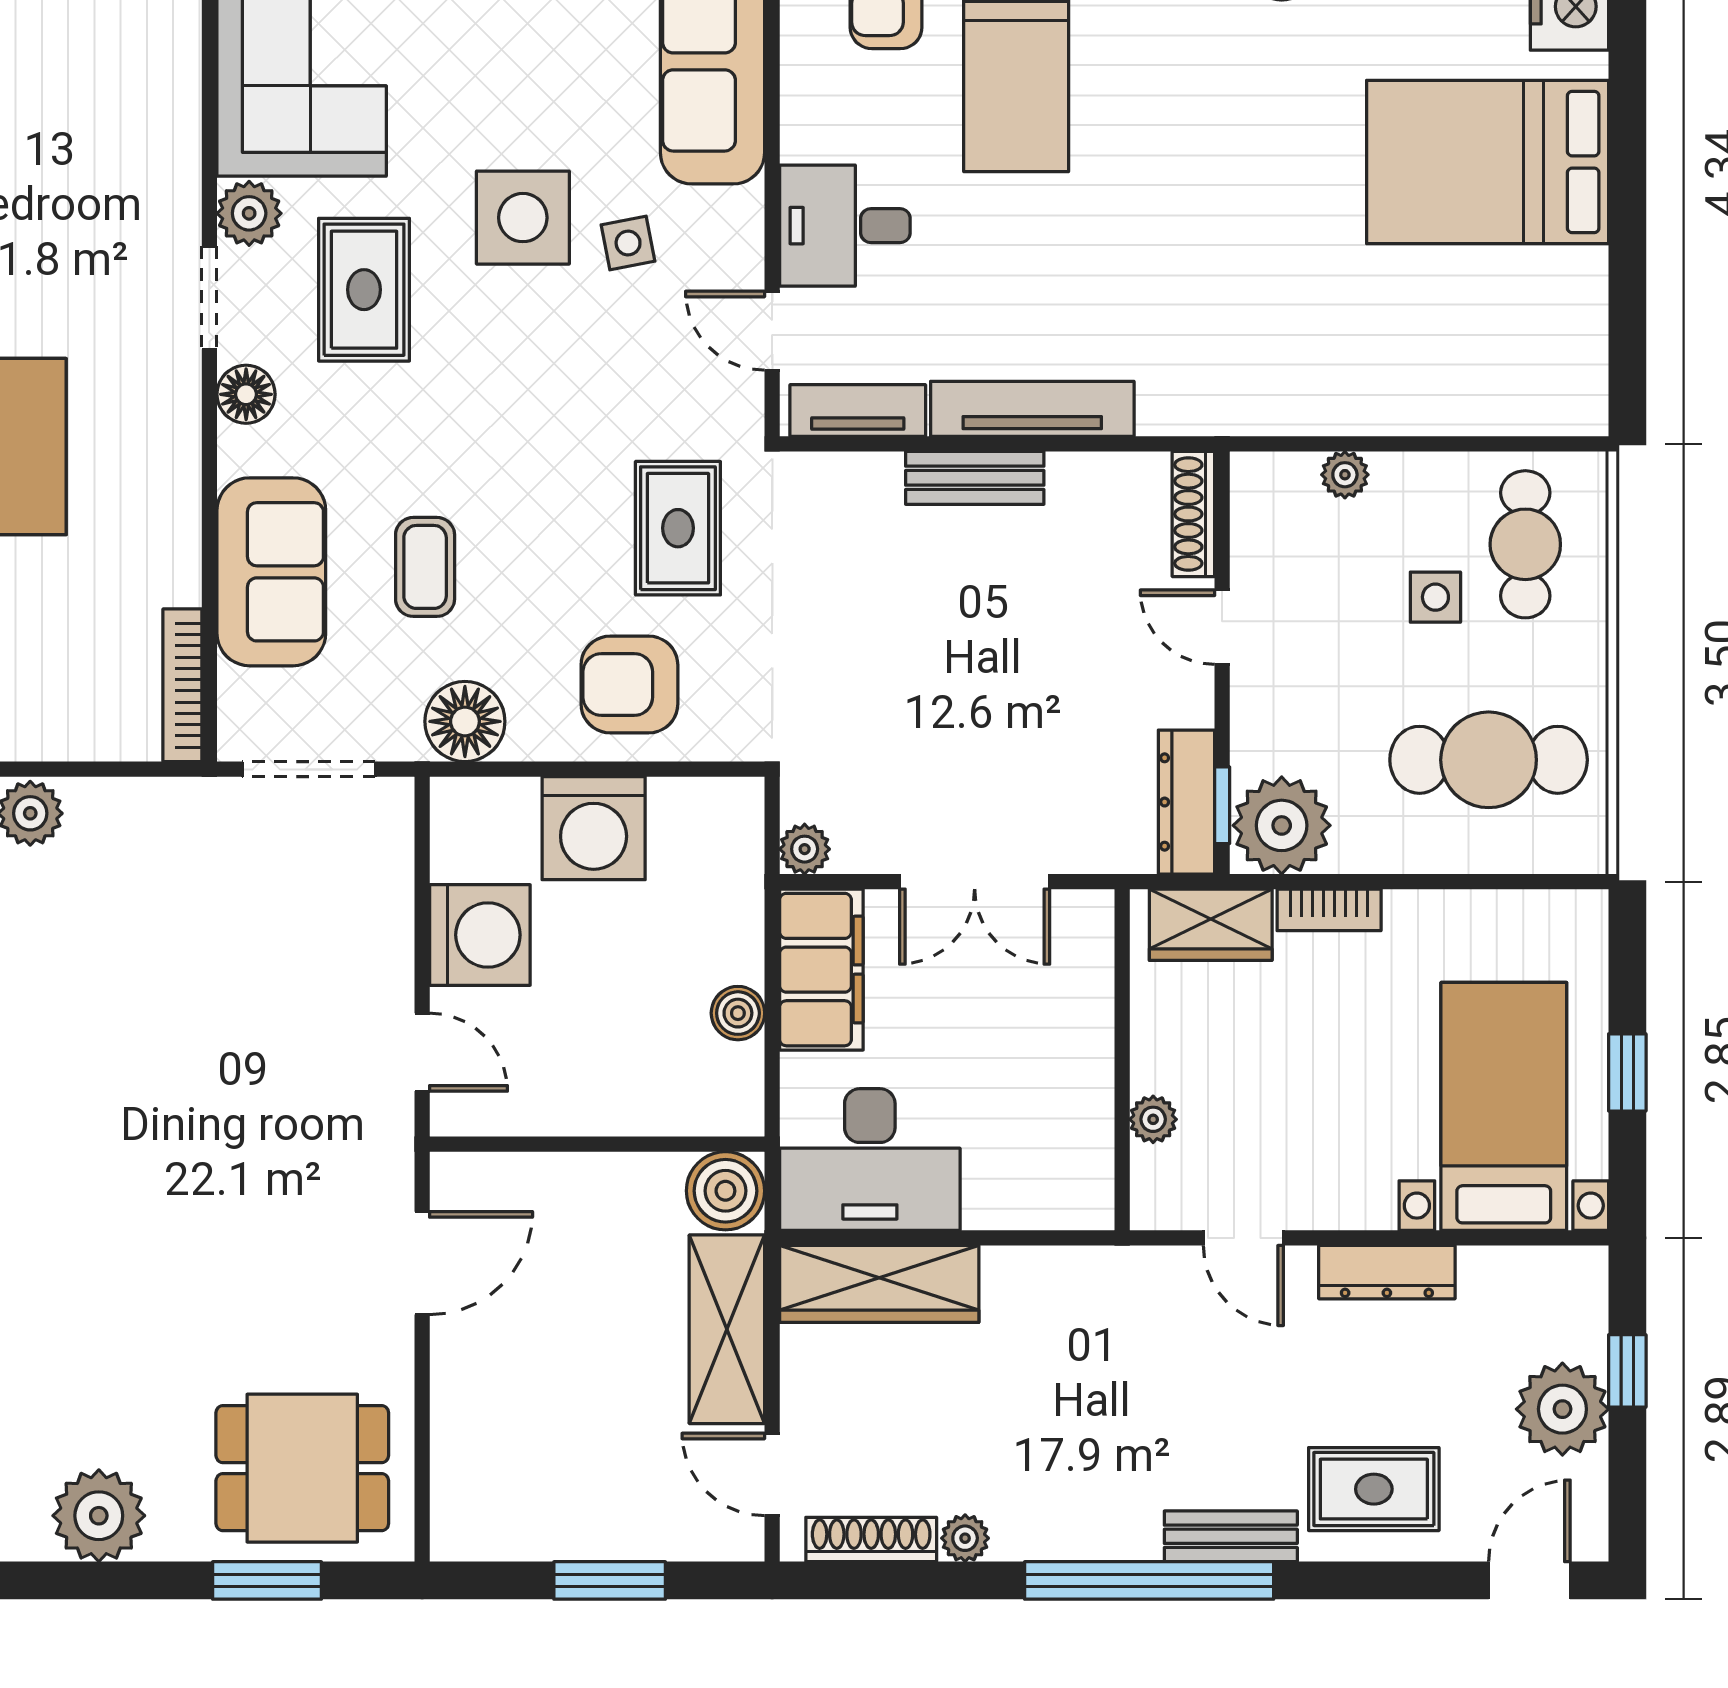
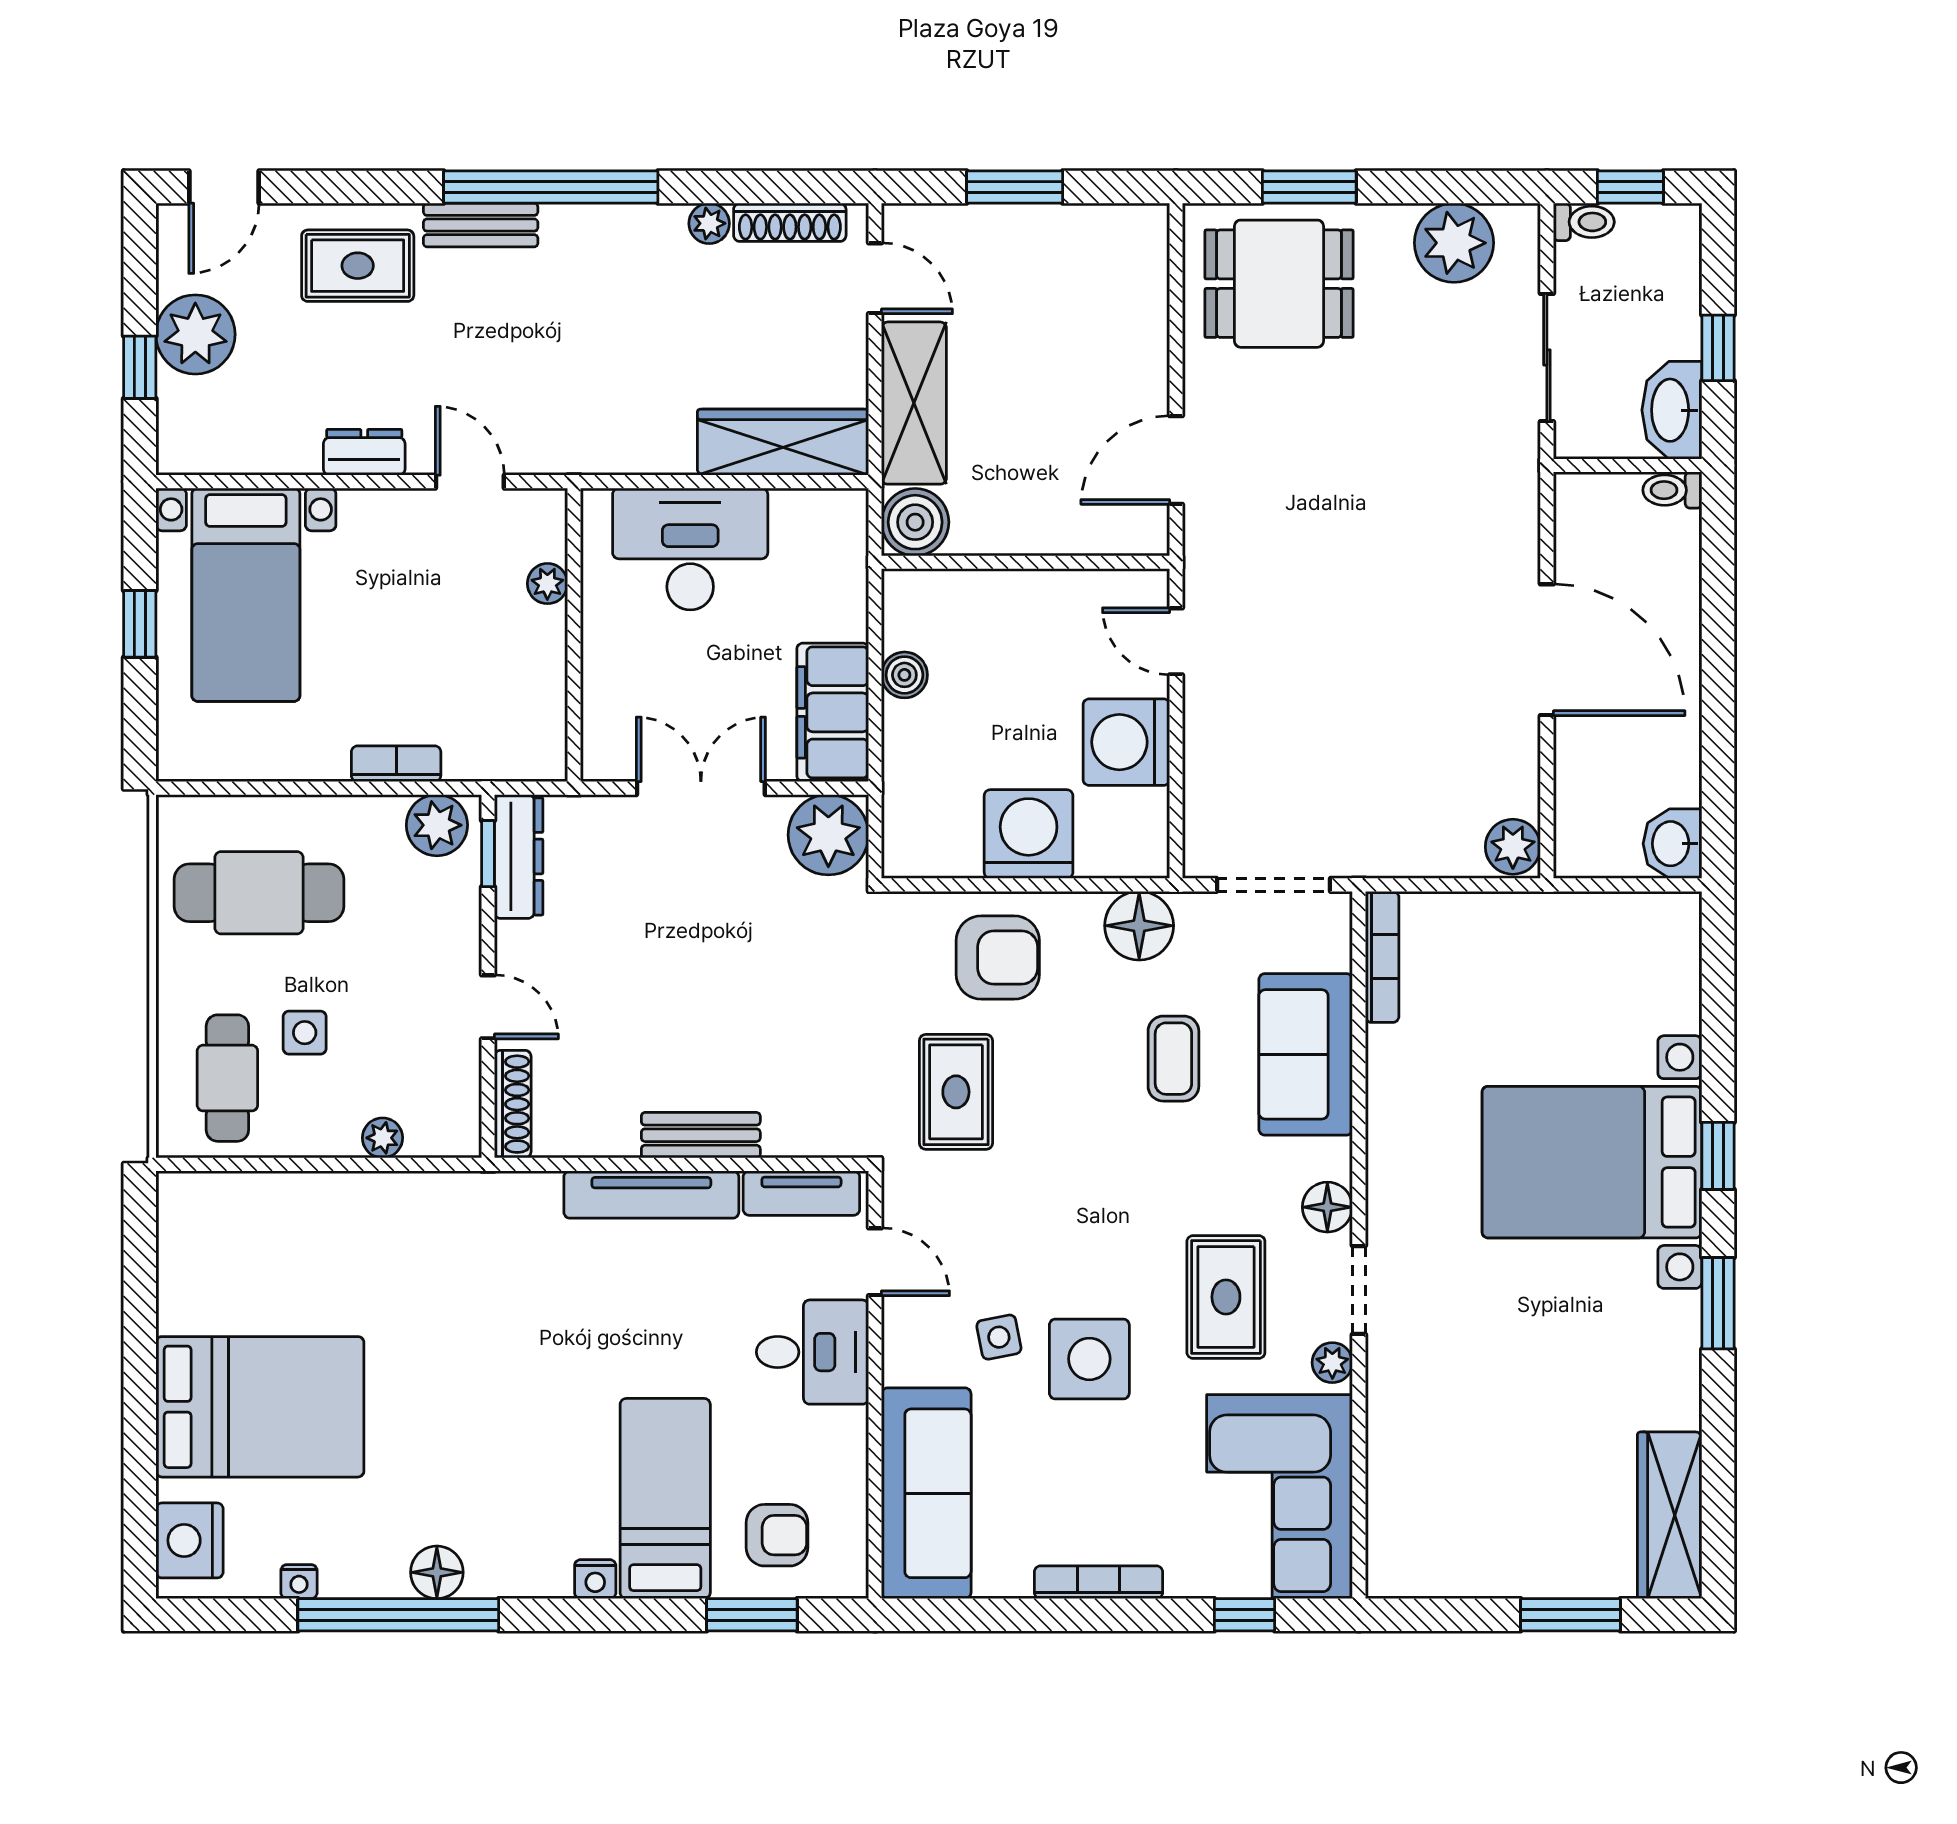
plant: (249, 213) -> (1332, 1363), width x0.73, depth x0.73
plant: (1282, 825) -> (437, 825), width x0.73, depth x0.73
plant: (805, 849) -> (828, 835), width x1.88, depth x1.88
wardrobe: (1211, 925) -> (498, 751), removed
desk: (870, 1160) -> (690, 549), moved
dresser: (1387, 1272) -> (364, 452), width x0.70

